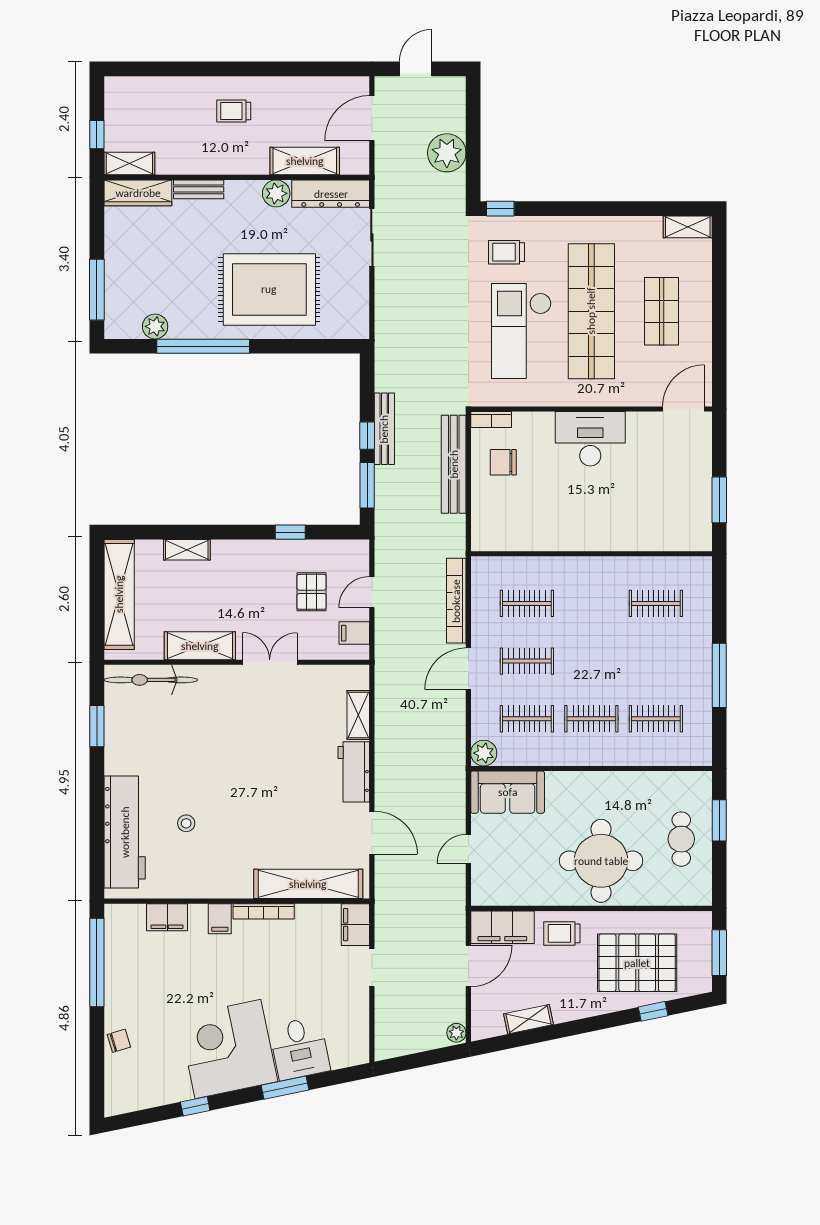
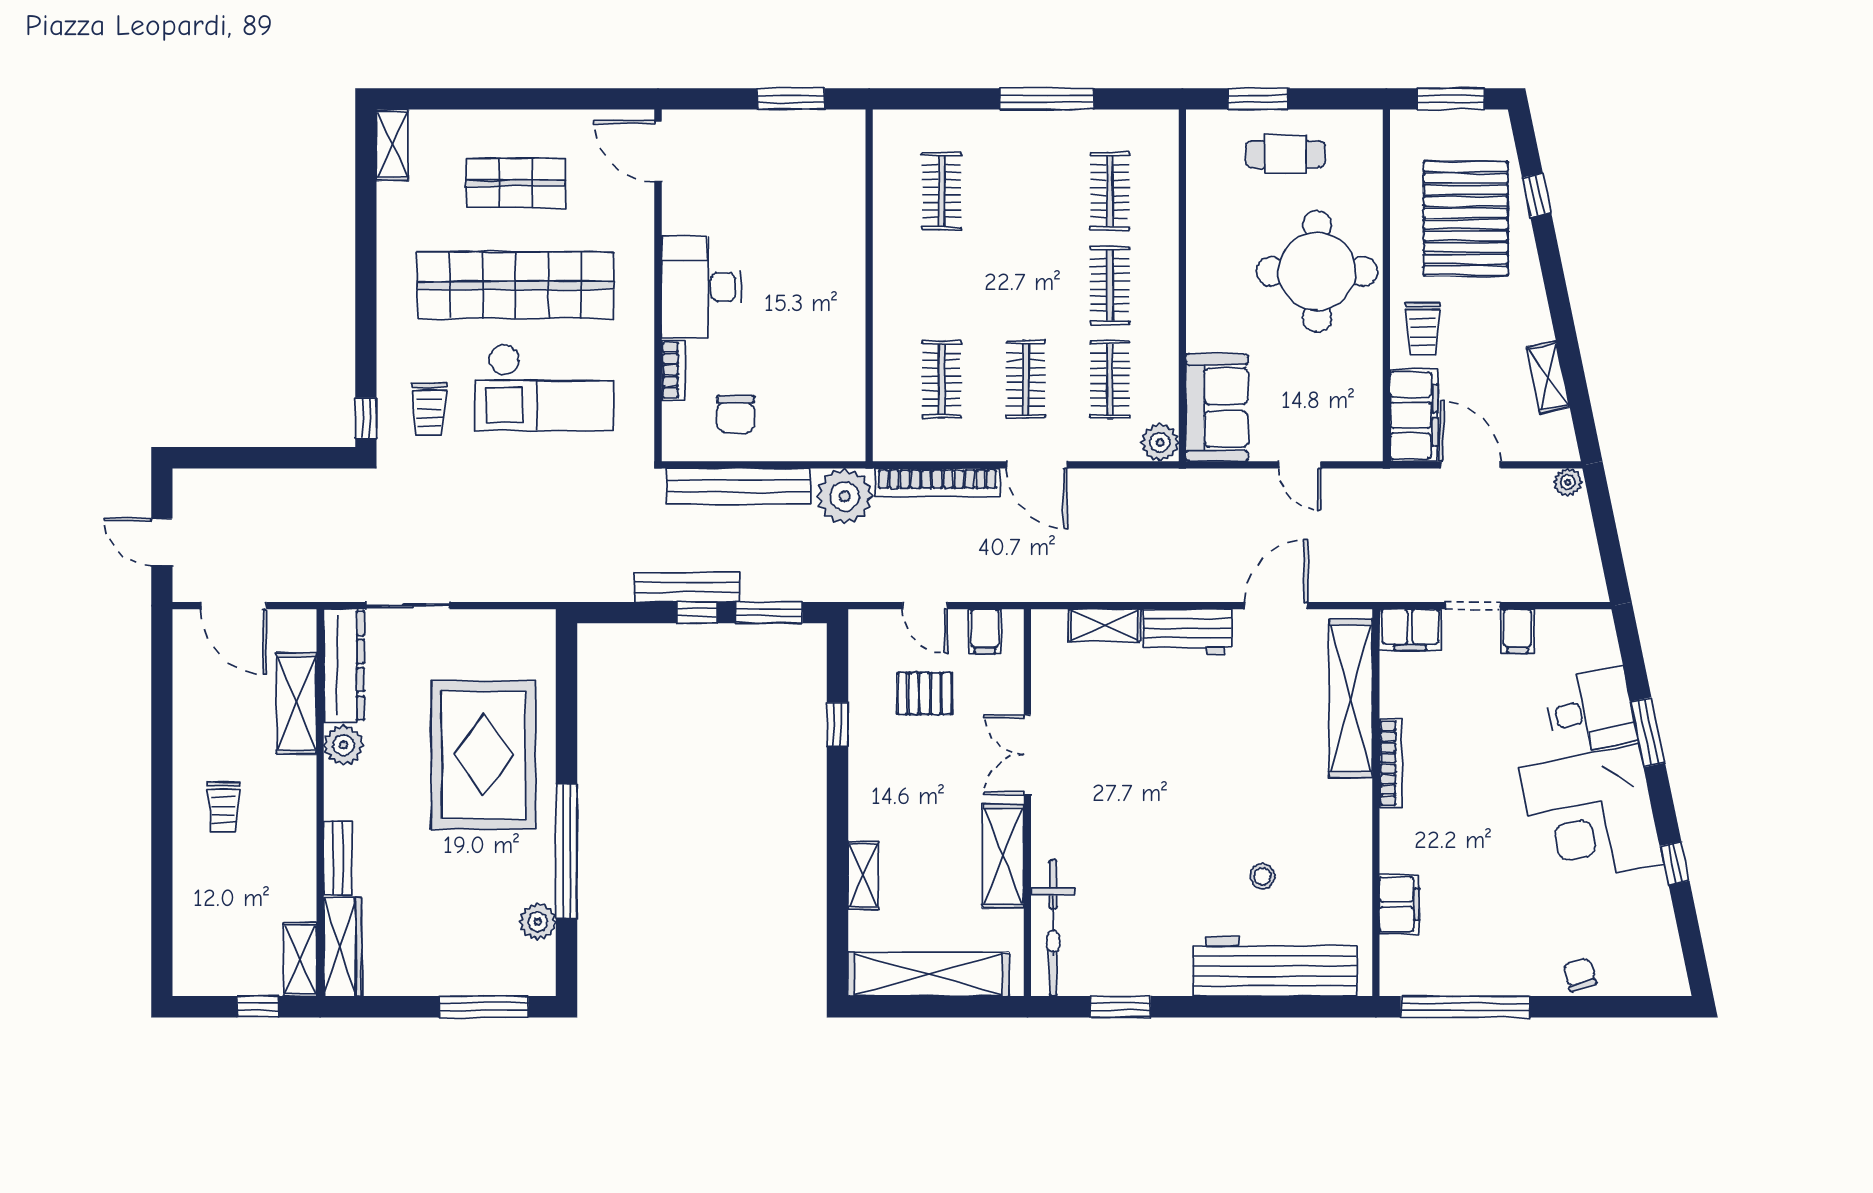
plant: (447, 153) -> (845, 496), moved
bookcase: (491, 420) -> (673, 370), moved
filing cabinet: (220, 919) -> (1517, 631), moved, turned 90

